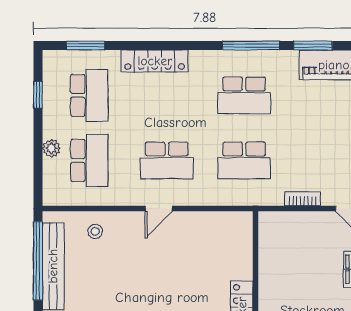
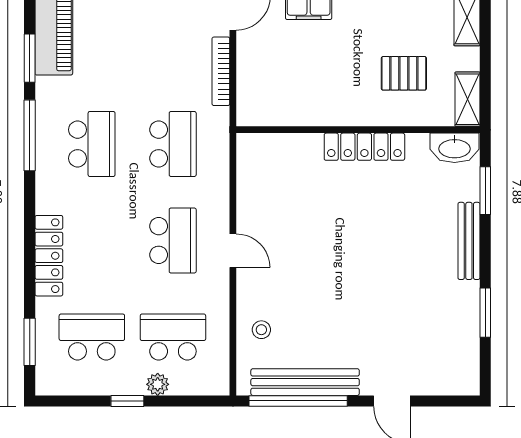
window: (38, 95) -> (127, 401), moved
bookcase: (302, 199) -> (221, 71), width x1.56

